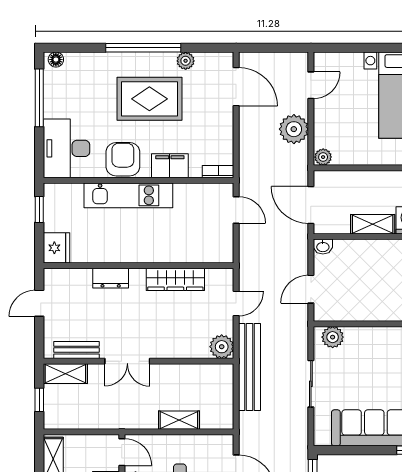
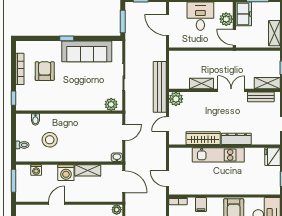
filing cabinet: (170, 166) -> (201, 205), width x0.50
kitchen unit: (128, 195) -> (218, 155), moved, turned 180
dresser: (111, 278) -> (236, 139), width x1.44
shelving: (179, 420) -> (201, 84), moved

